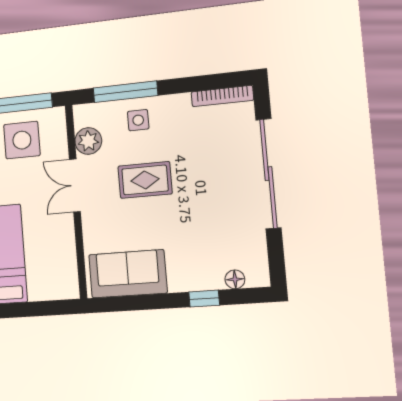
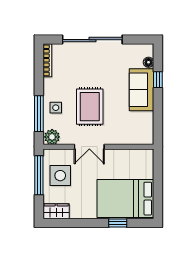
plant: (88, 141) -> (52, 137), moved
rug: (145, 180) -> (90, 107), width x1.36, depth x1.43
sofa: (128, 274) -> (141, 90), moved

